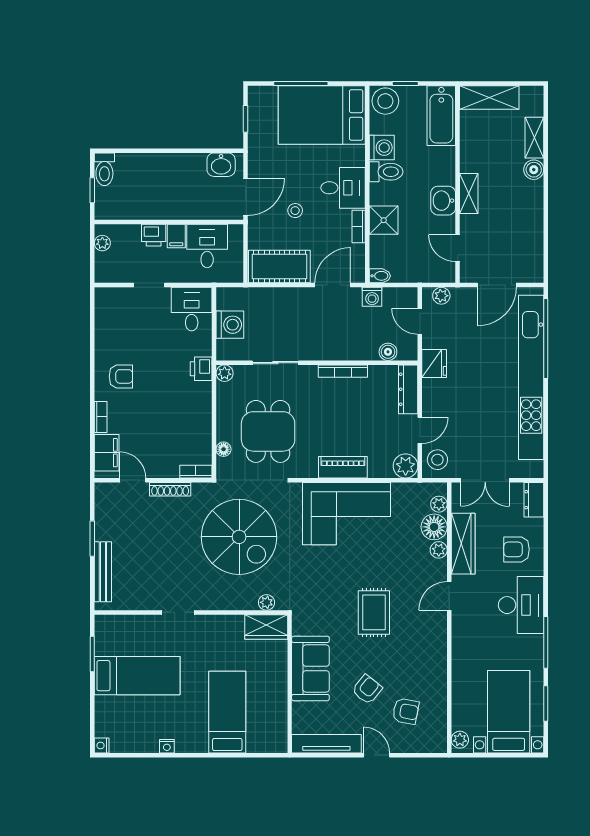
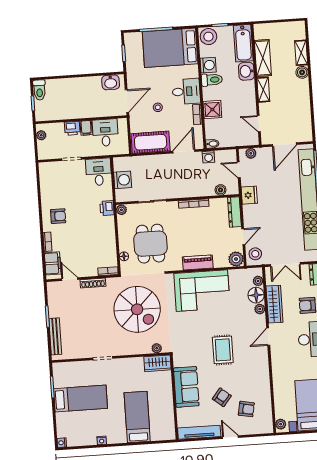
shelving: (489, 97) -> (263, 58), moved, turned 90
washbasin: (443, 201) -> (246, 71), moved

